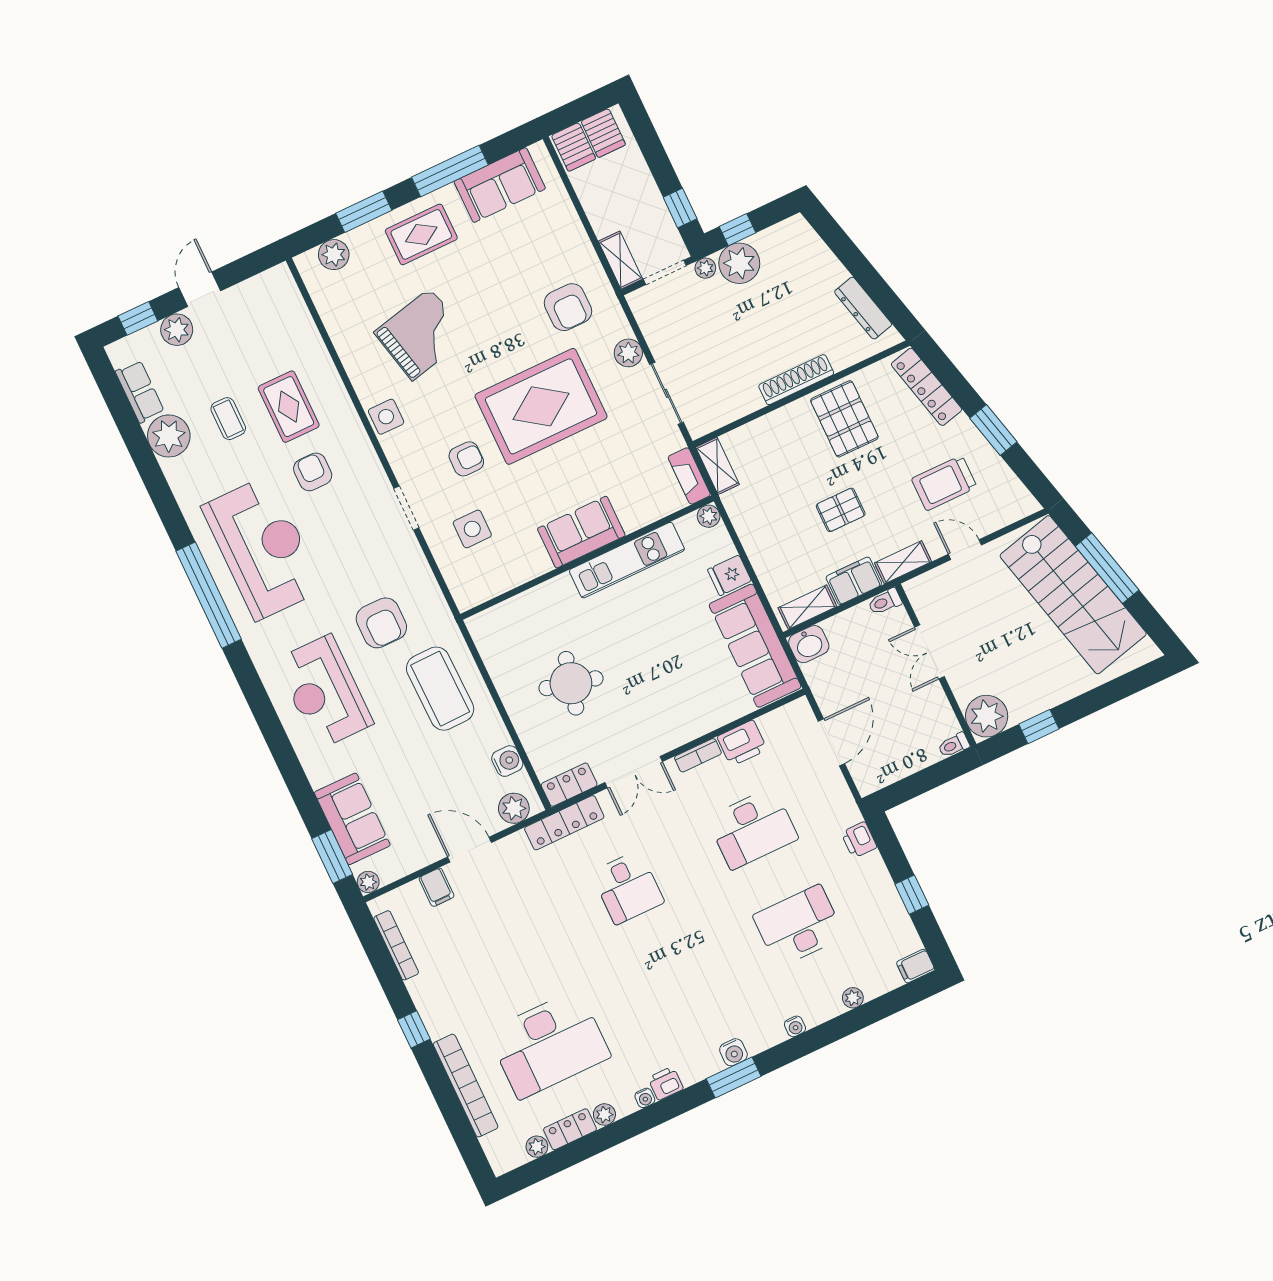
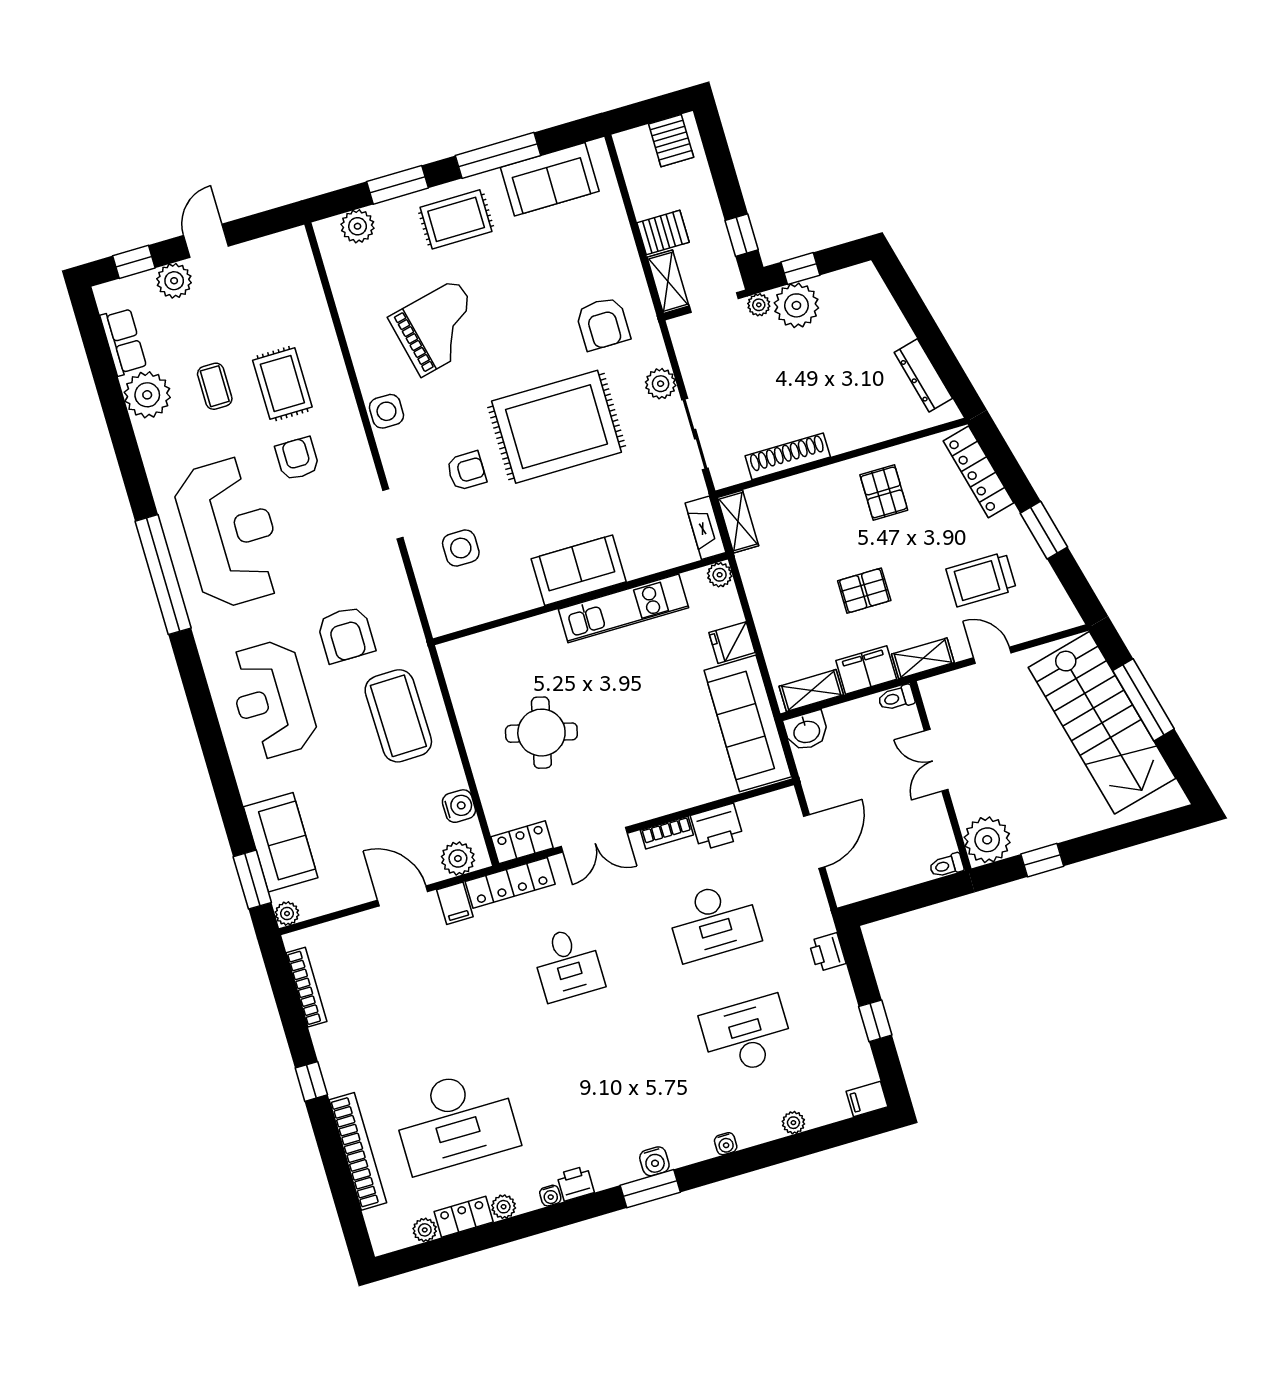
server rack: (574, 147) -> (663, 232), moved, turned -90
shoe rack: (796, 380) -> (788, 456), moved
pallet: (844, 419) -> (884, 492), width x0.67, depth x0.71
filing cabinet: (437, 887) -> (455, 903), moved

